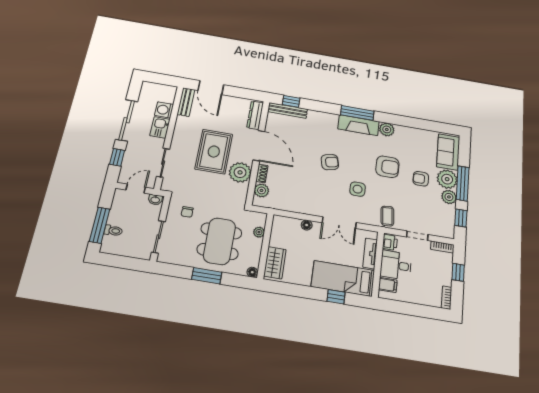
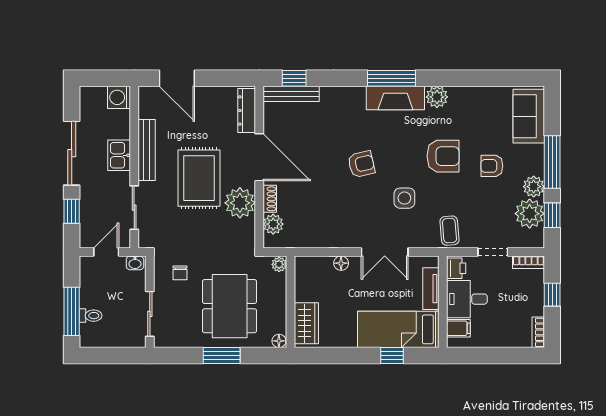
bench: (186, 102) -> (147, 150), moved, width x1.36
washing machine: (164, 110) -> (119, 97), moved
plant: (447, 179) -> (530, 214), moved
plant: (259, 232) -> (279, 264), moved

